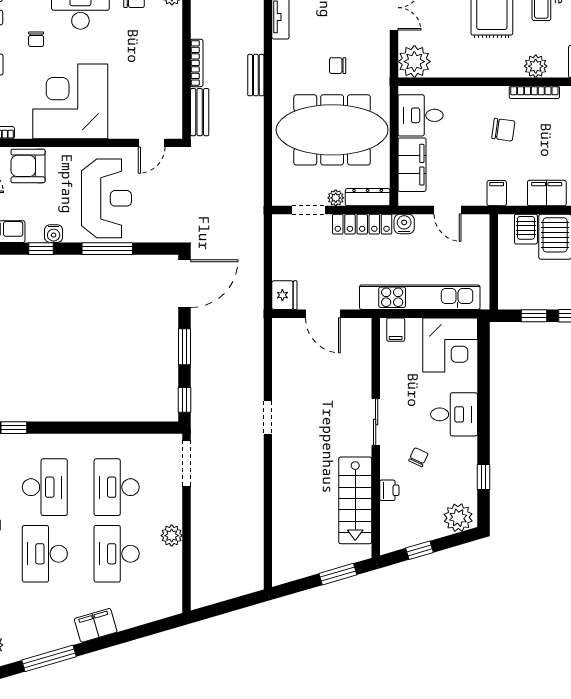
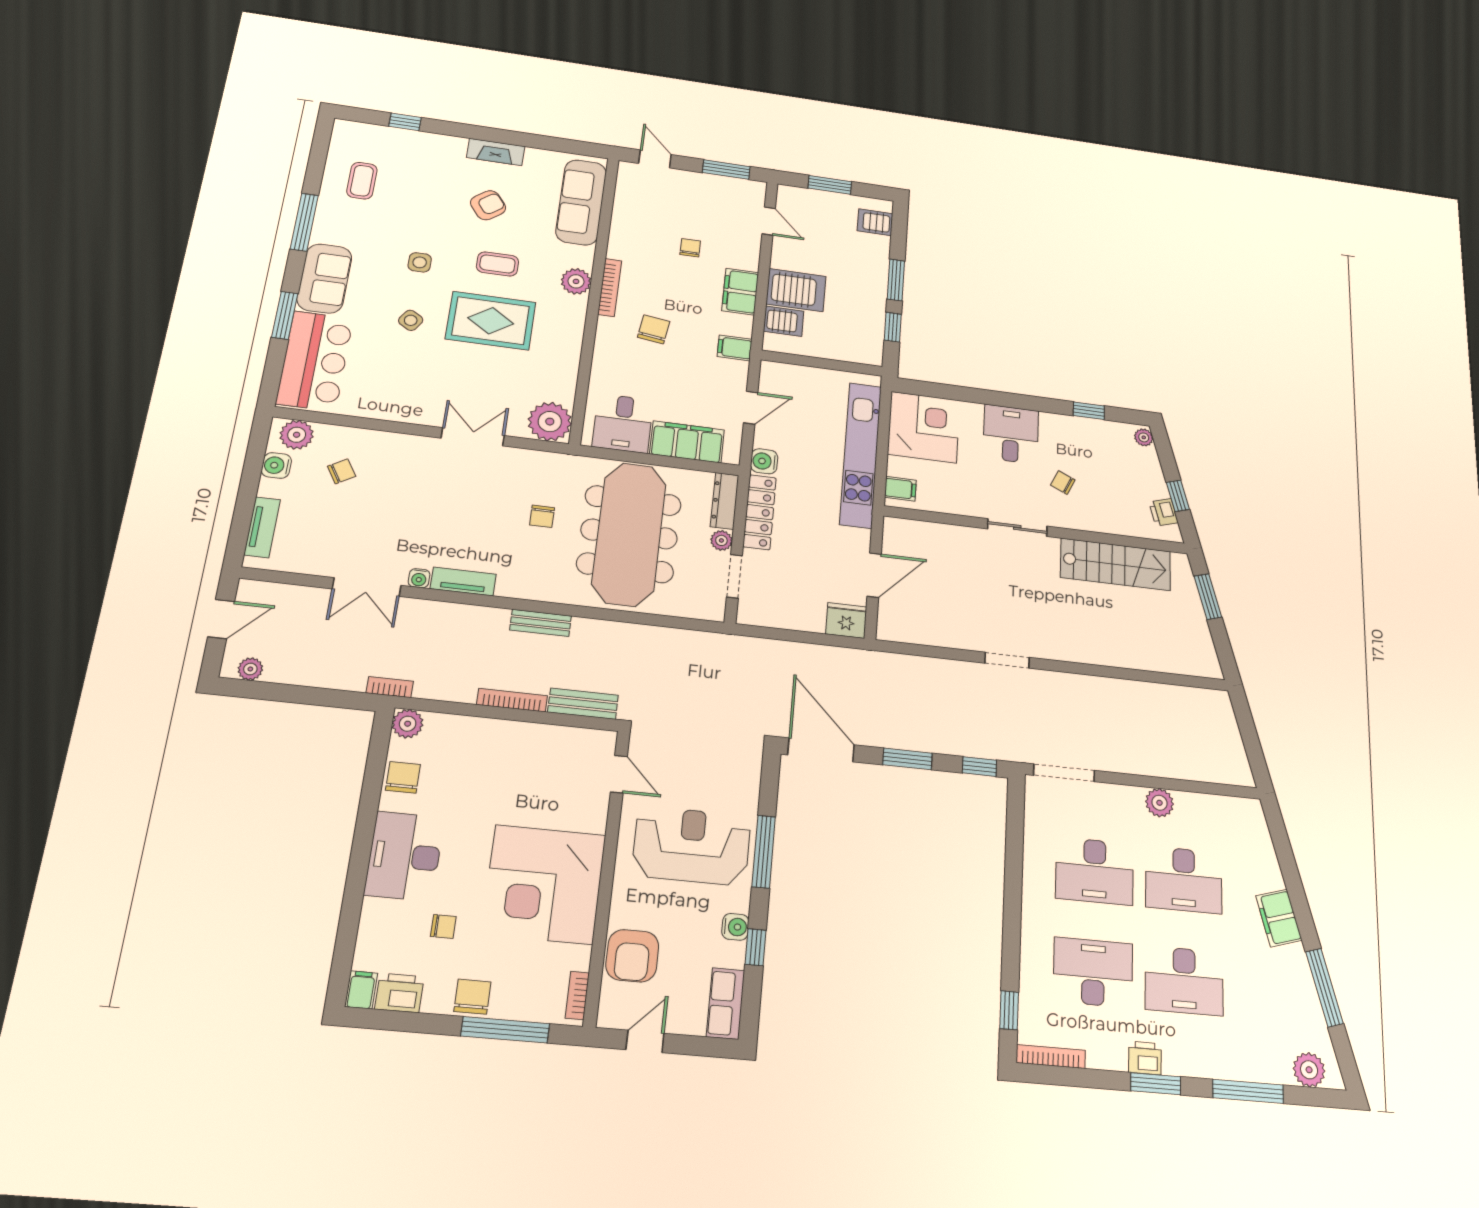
printer: (389, 490) -> (1164, 512), moved, turned -106
plant: (458, 518) -> (1144, 437), width x0.53, depth x0.53

